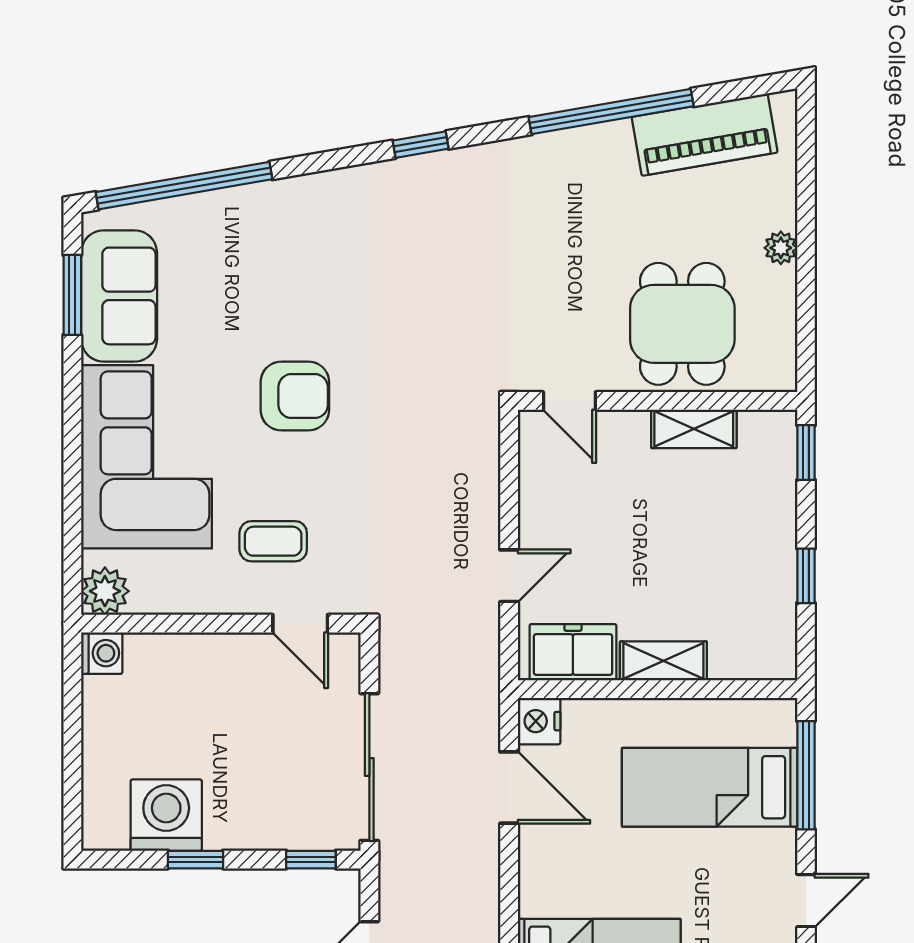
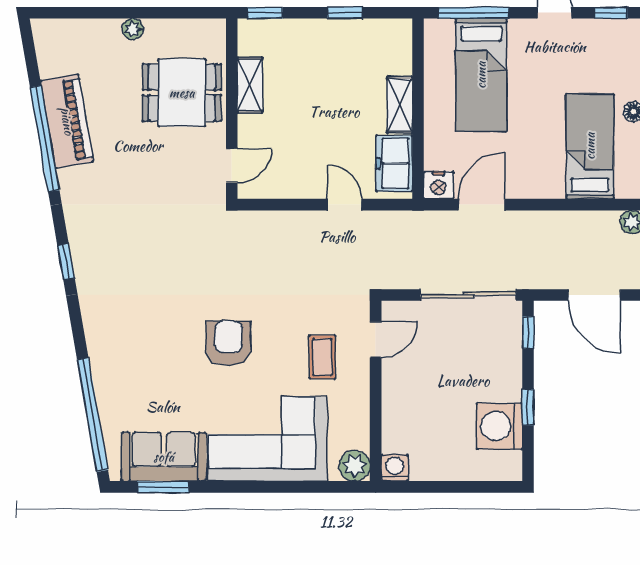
piano: (705, 135) -> (67, 121), moved

